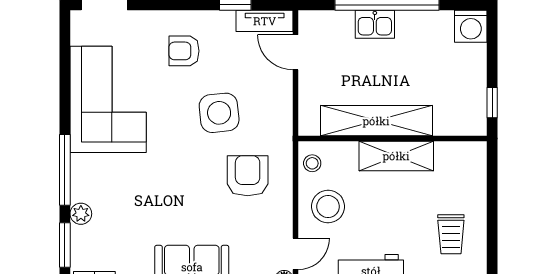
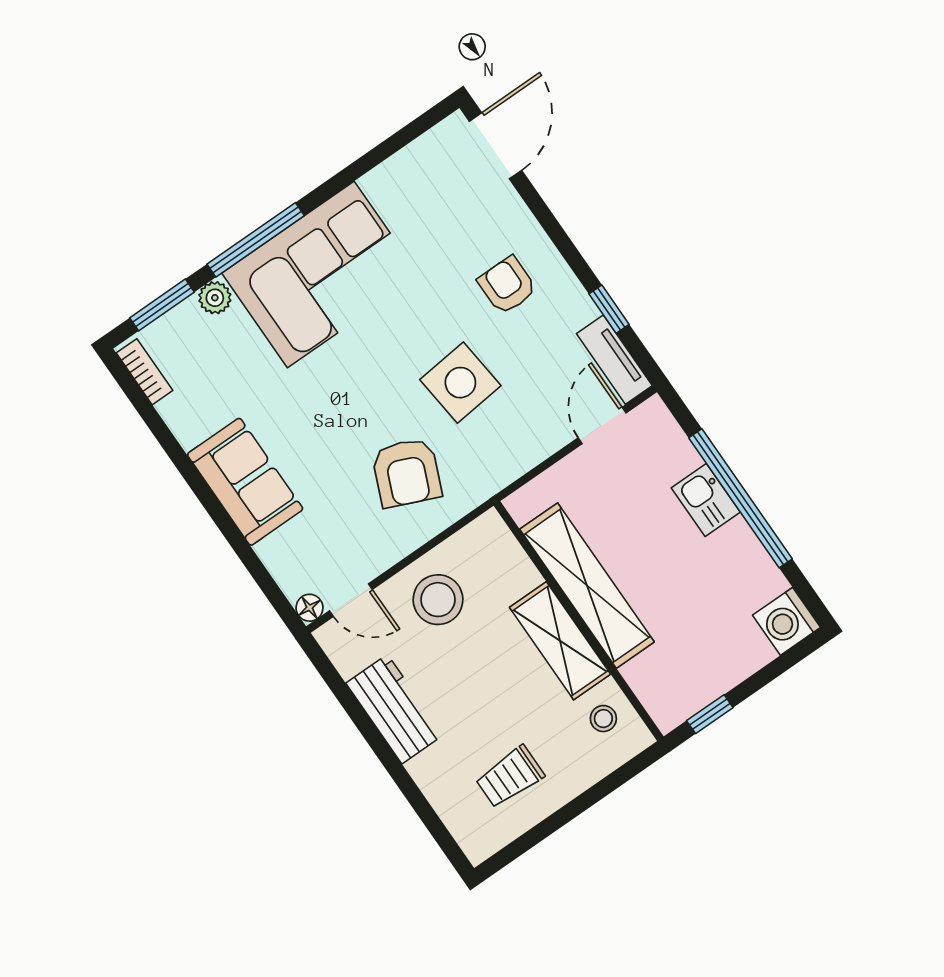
corner sofa: (108, 99) -> (321, 274), moved
stool: (312, 163) -> (603, 719), moved
armchair: (248, 176) -> (407, 473), turned 113

